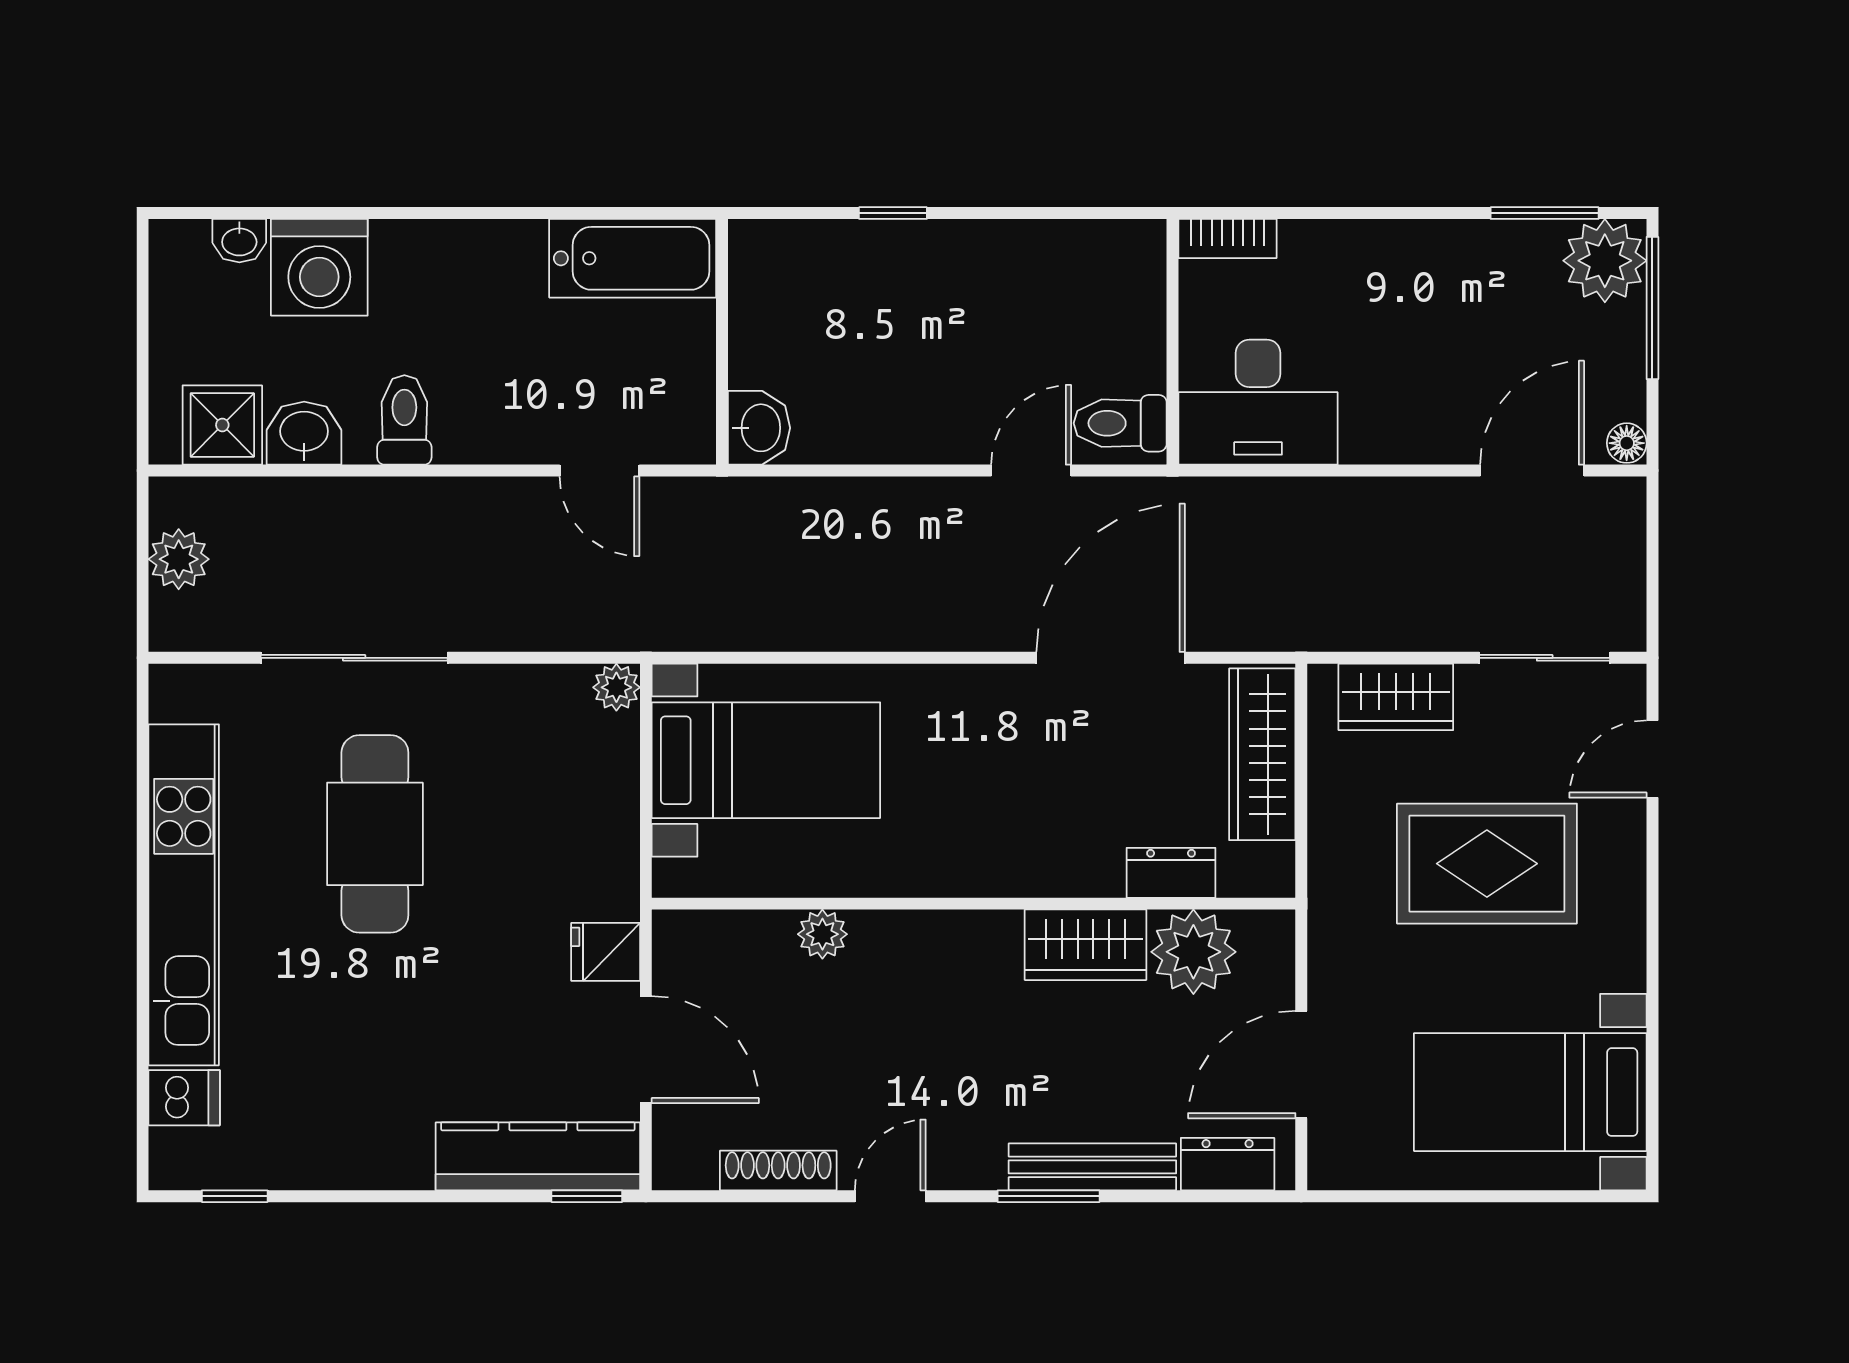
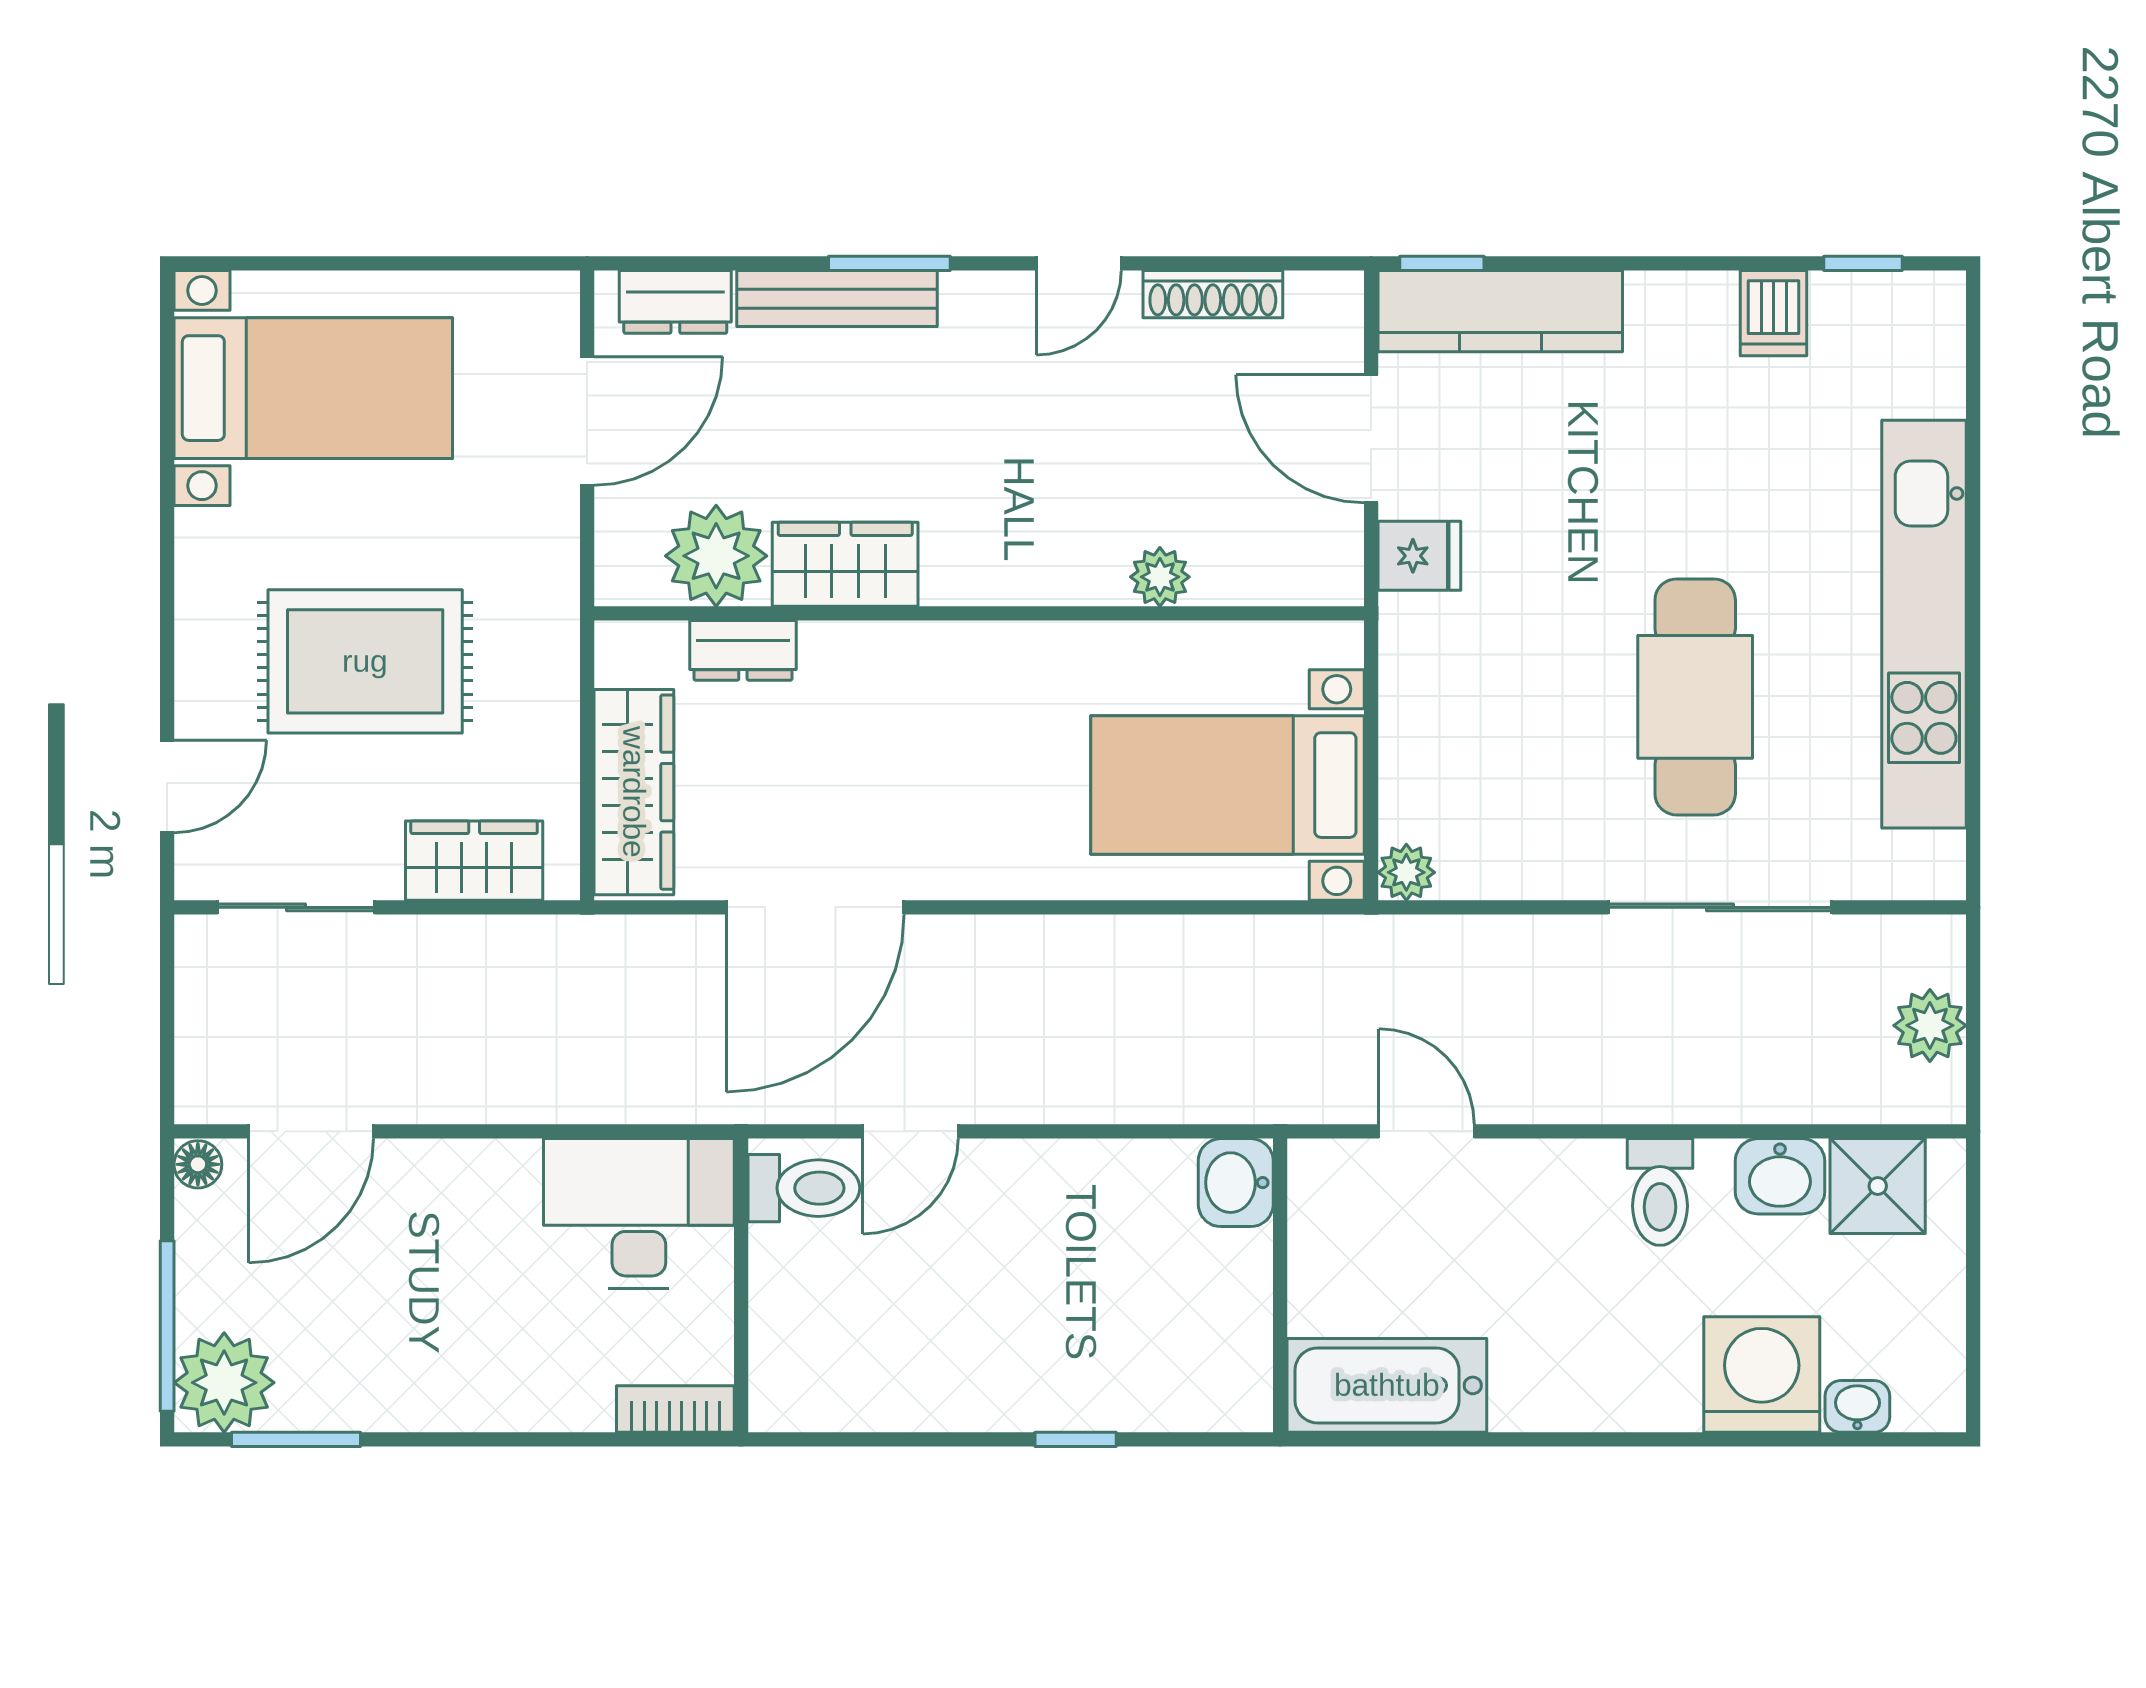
dishwasher: (184, 1098) -> (1774, 313), moved, turned -90

